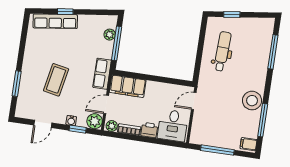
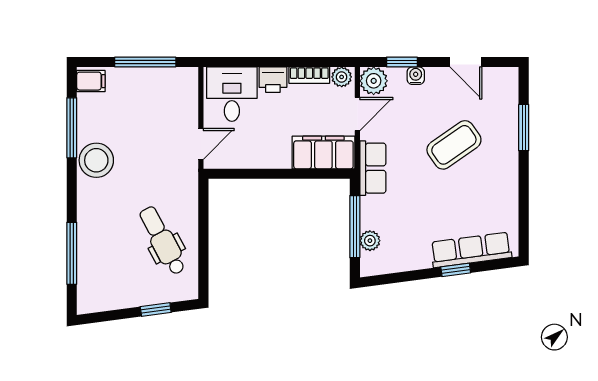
dental chair: (222, 51) -> (163, 241), turned 150
coffee table: (56, 80) -> (454, 145), turned 44
door: (43, 124) -> (466, 62), swing flipped

